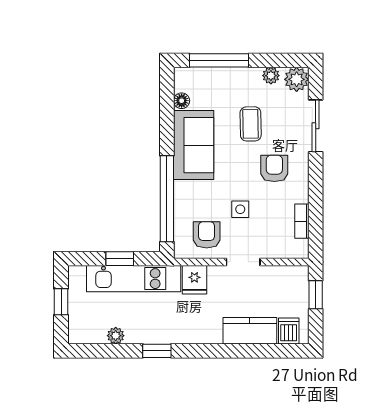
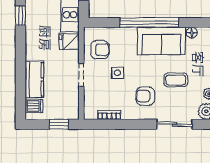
armchair: (274, 168) -> (145, 96), turned 180
window: (167, 199) -> (149, 23), moved

